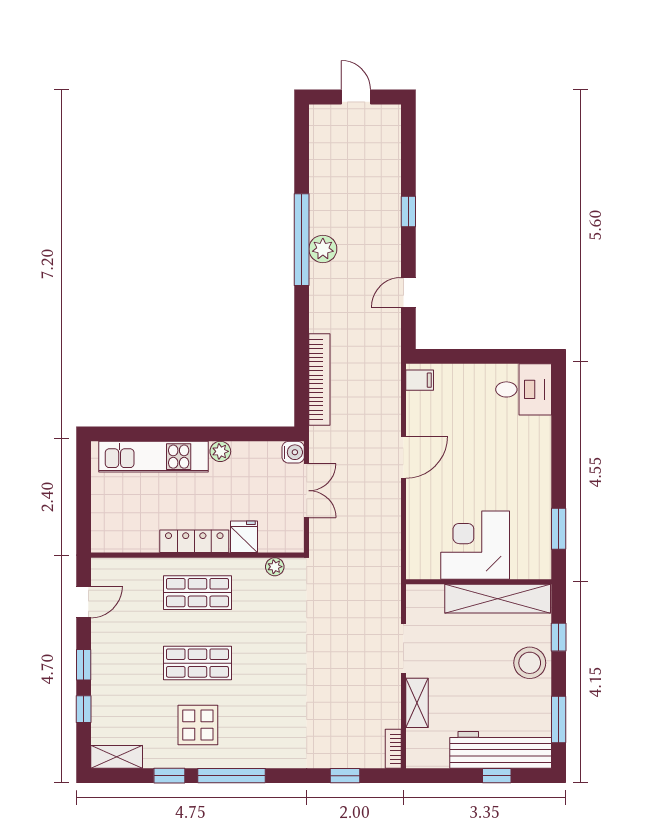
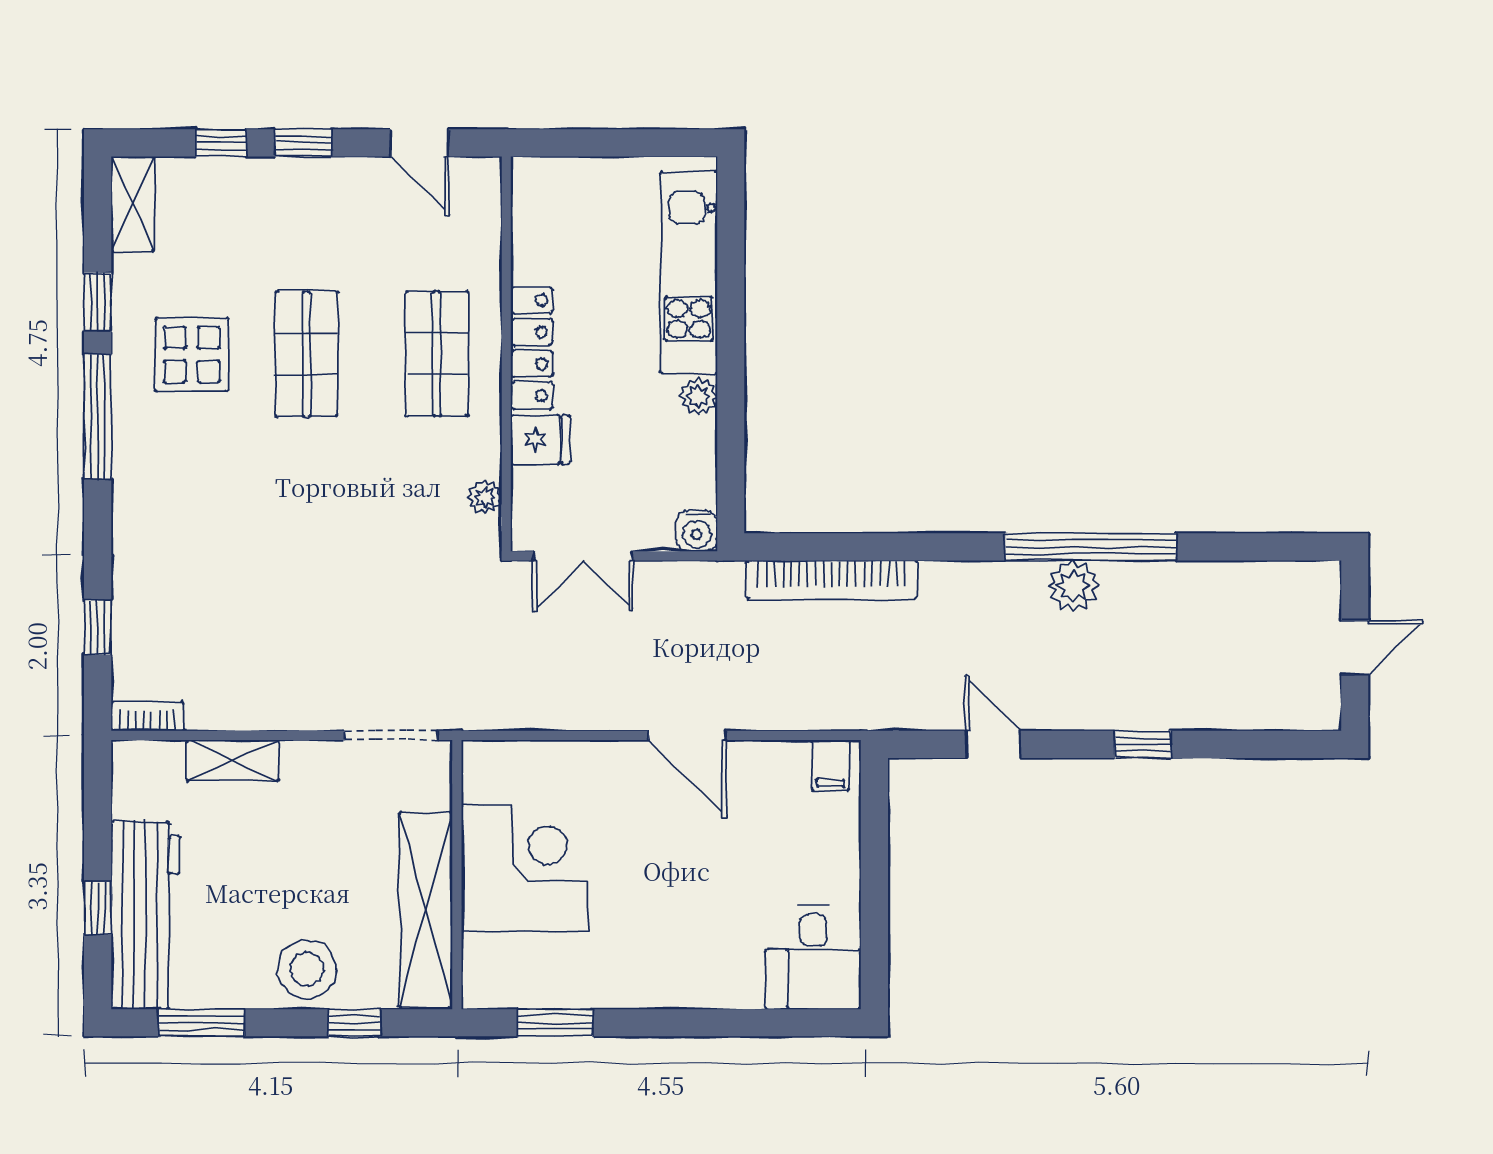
double door: (307, 491) -> (583, 556), moved
doorway: (403, 649) -> (391, 735), moved

